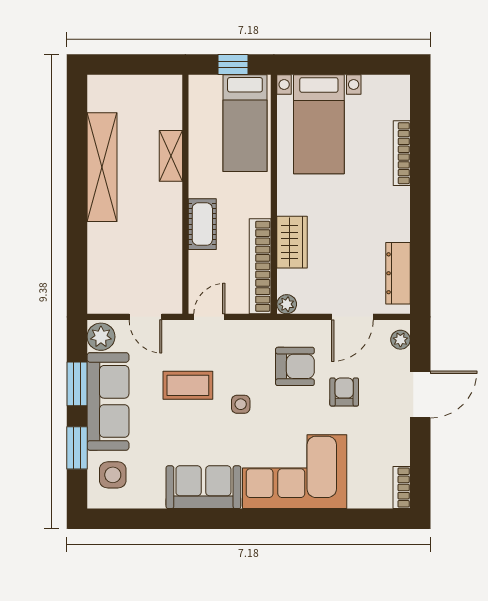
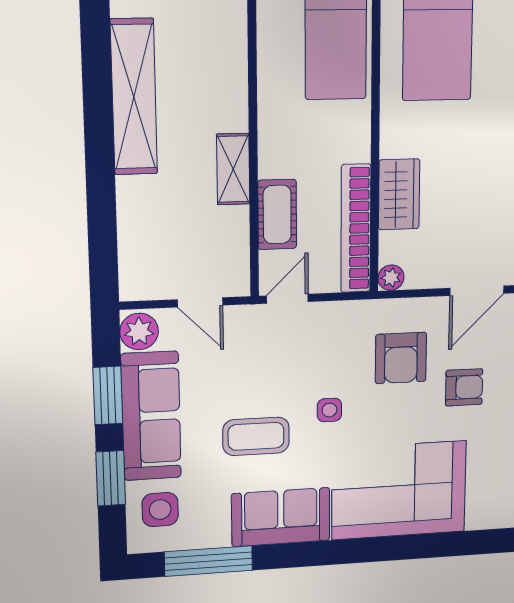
shelving: (171, 156) -> (233, 169), moved
cot: (202, 224) -> (277, 214), moved
armchair: (295, 366) -> (401, 358), turned 90
coffee table: (188, 385) -> (256, 436), moved
armchair: (344, 392) -> (464, 387), turned 90
window: (148, 519) -> (208, 561), added

